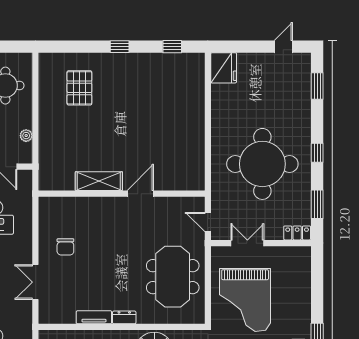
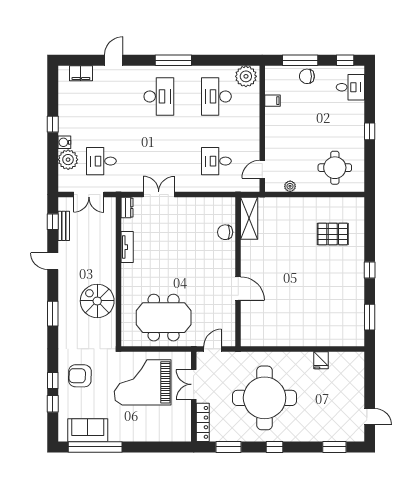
window: (172, 47) -> (370, 317), width x1.50
fridge: (224, 68) -> (321, 360), moved, width x0.53, depth x0.75
shelving: (99, 181) -> (249, 218), moved
locker: (297, 233) -> (203, 422), width x1.53
double door: (247, 243) -> (194, 384), swing flipped
chair: (65, 247) -> (225, 232), moved
dresser: (124, 317) -> (127, 208), moved

